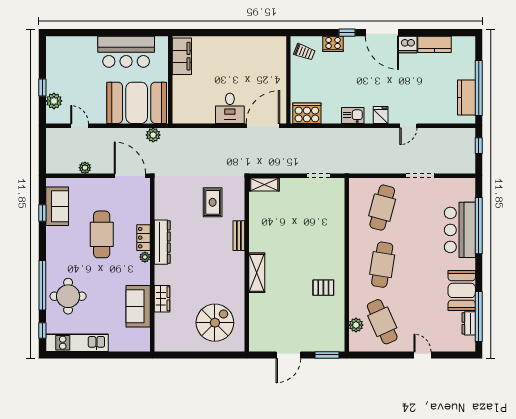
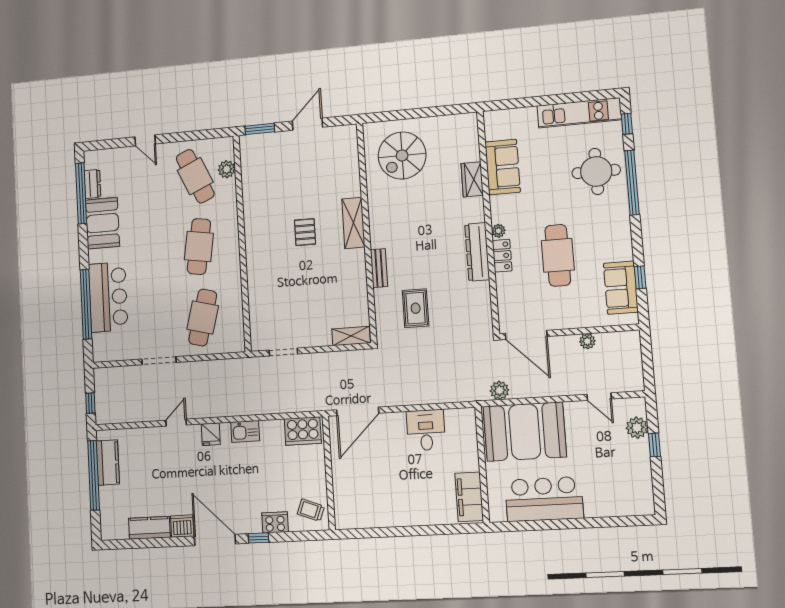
desk: (230, 108) -> (426, 430), moved
pallet: (323, 288) -> (305, 232), moved, turned 90

